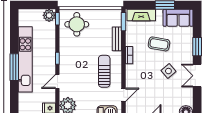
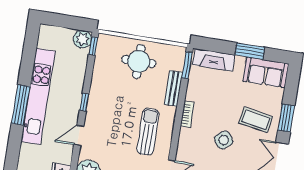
round table: (77, 24) -> (139, 61), moved
coffee table: (159, 44) -> (256, 120), moved
side table: (168, 71) -> (224, 140), moved

